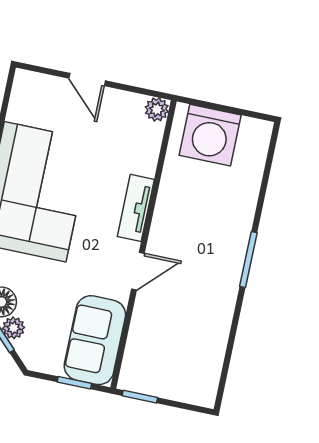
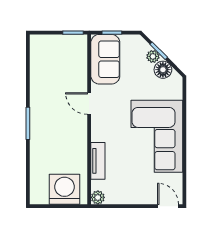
door: (87, 80) -> (168, 206), moved
tv unit: (136, 208) -> (98, 161), moved
door: (138, 271) -> (89, 104), hinge flipped

